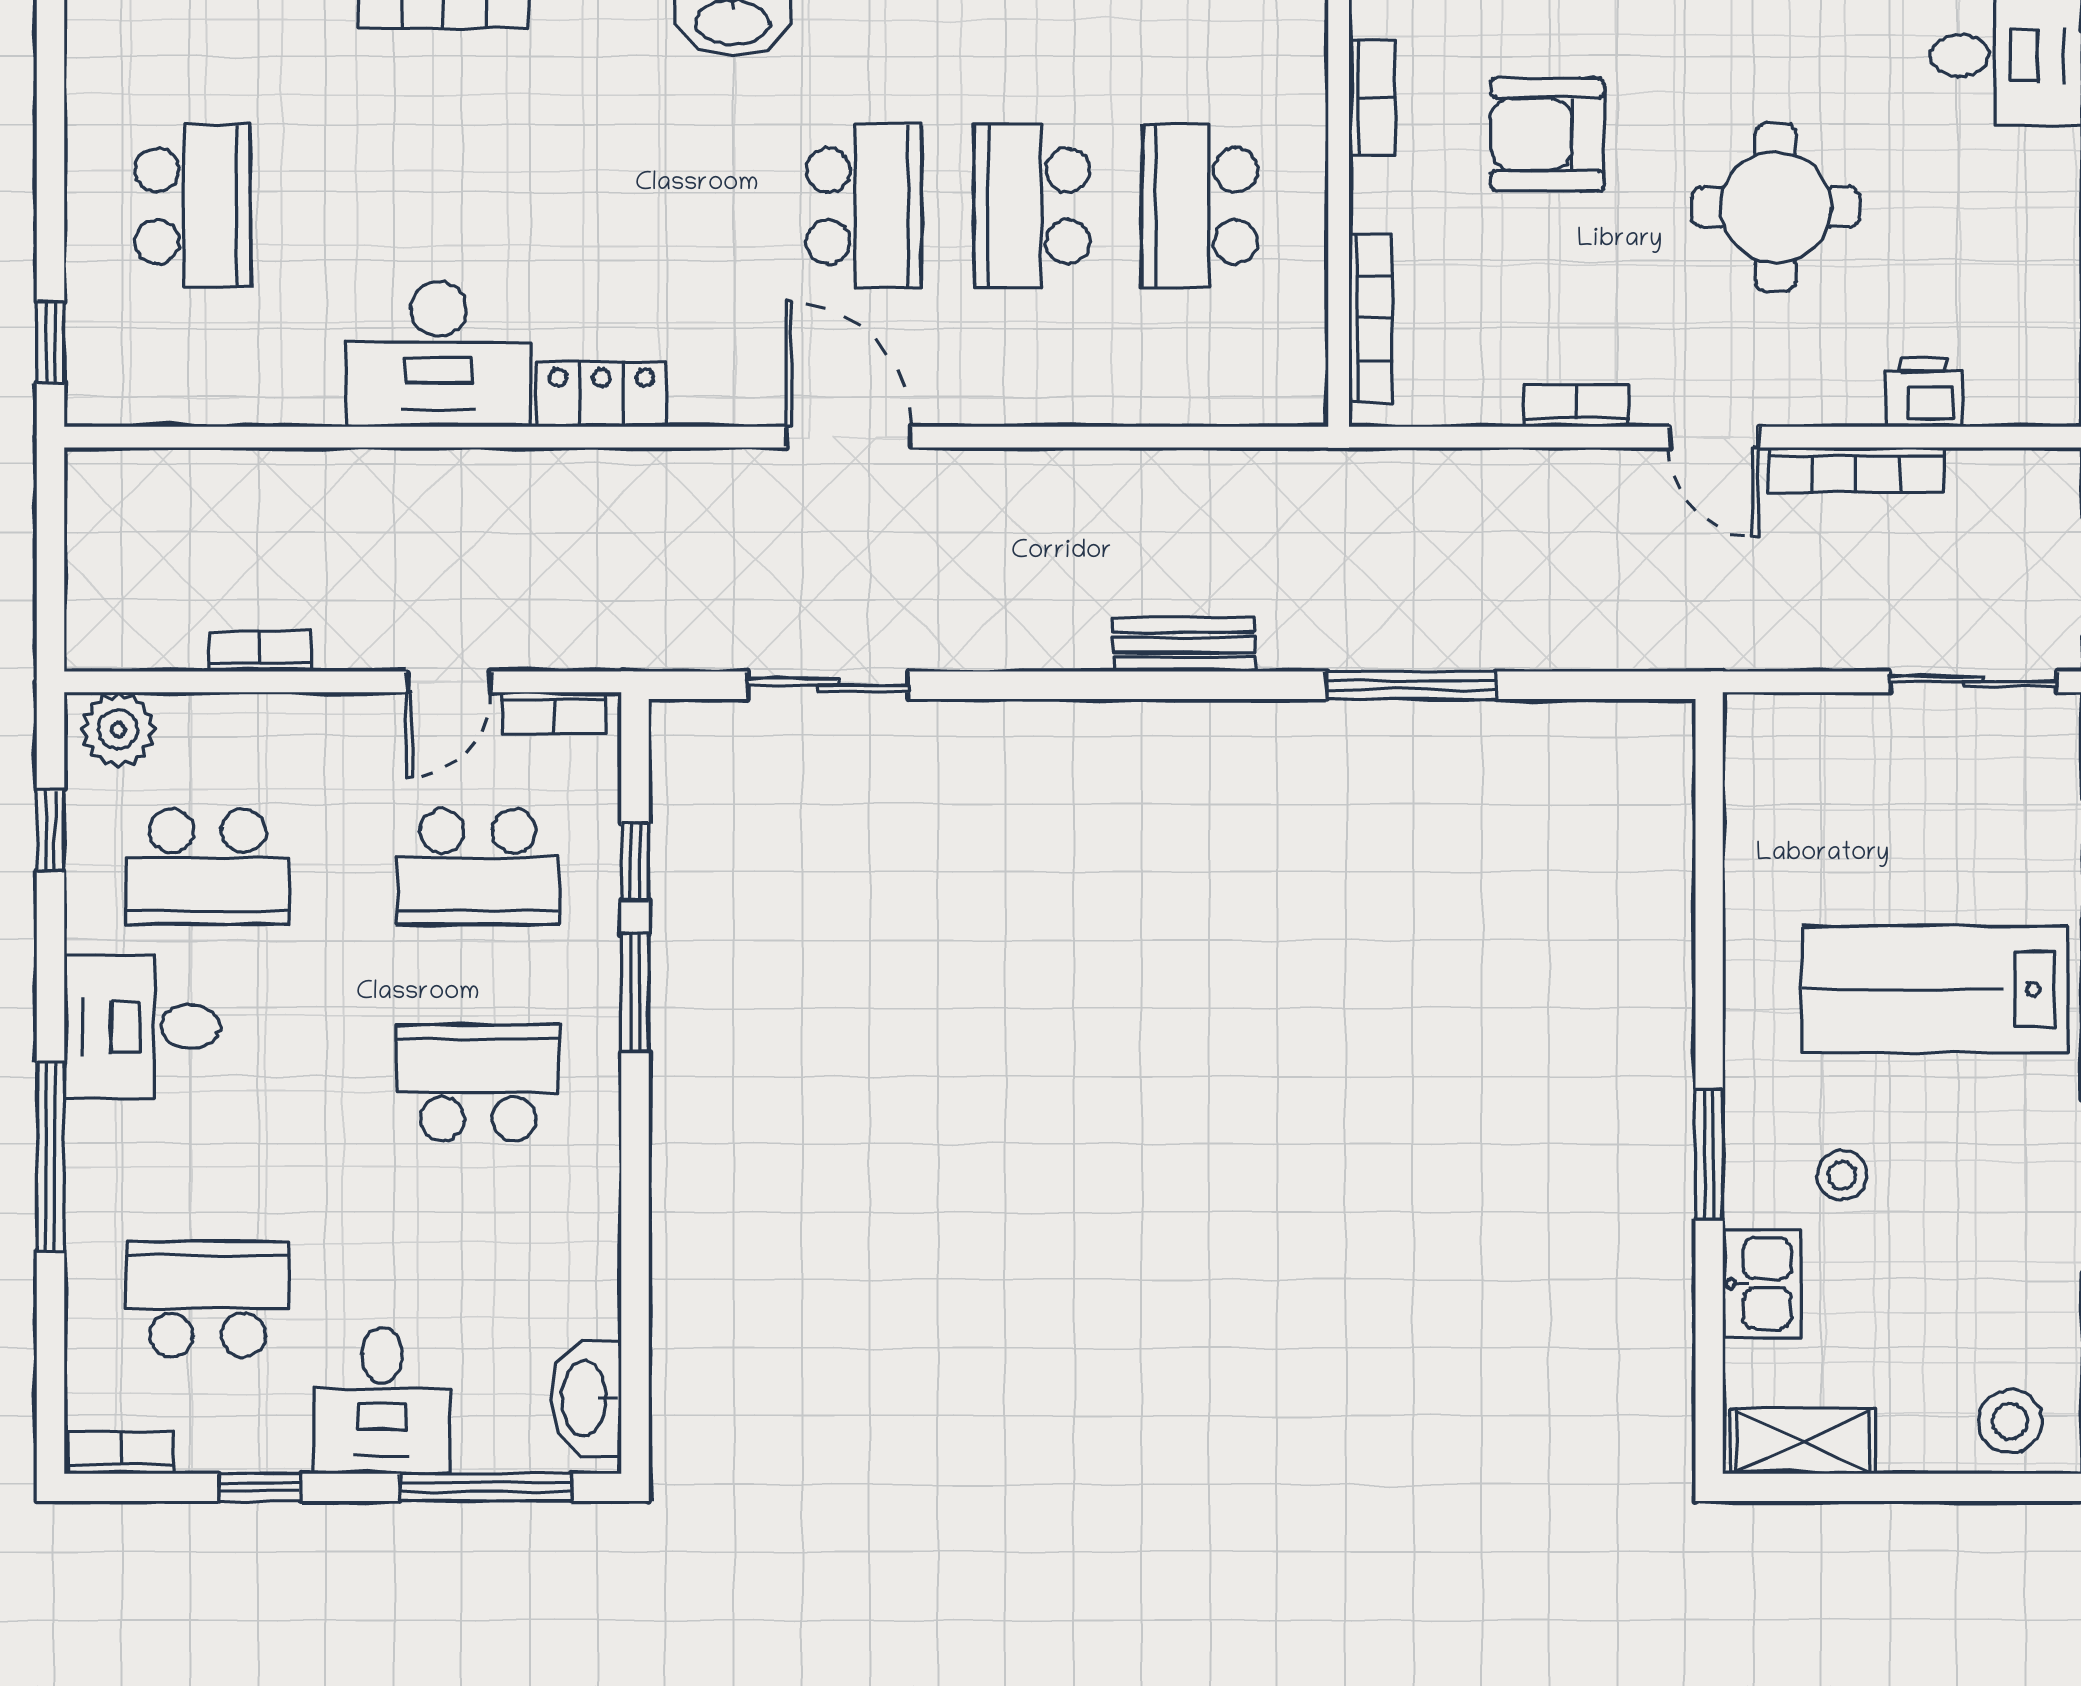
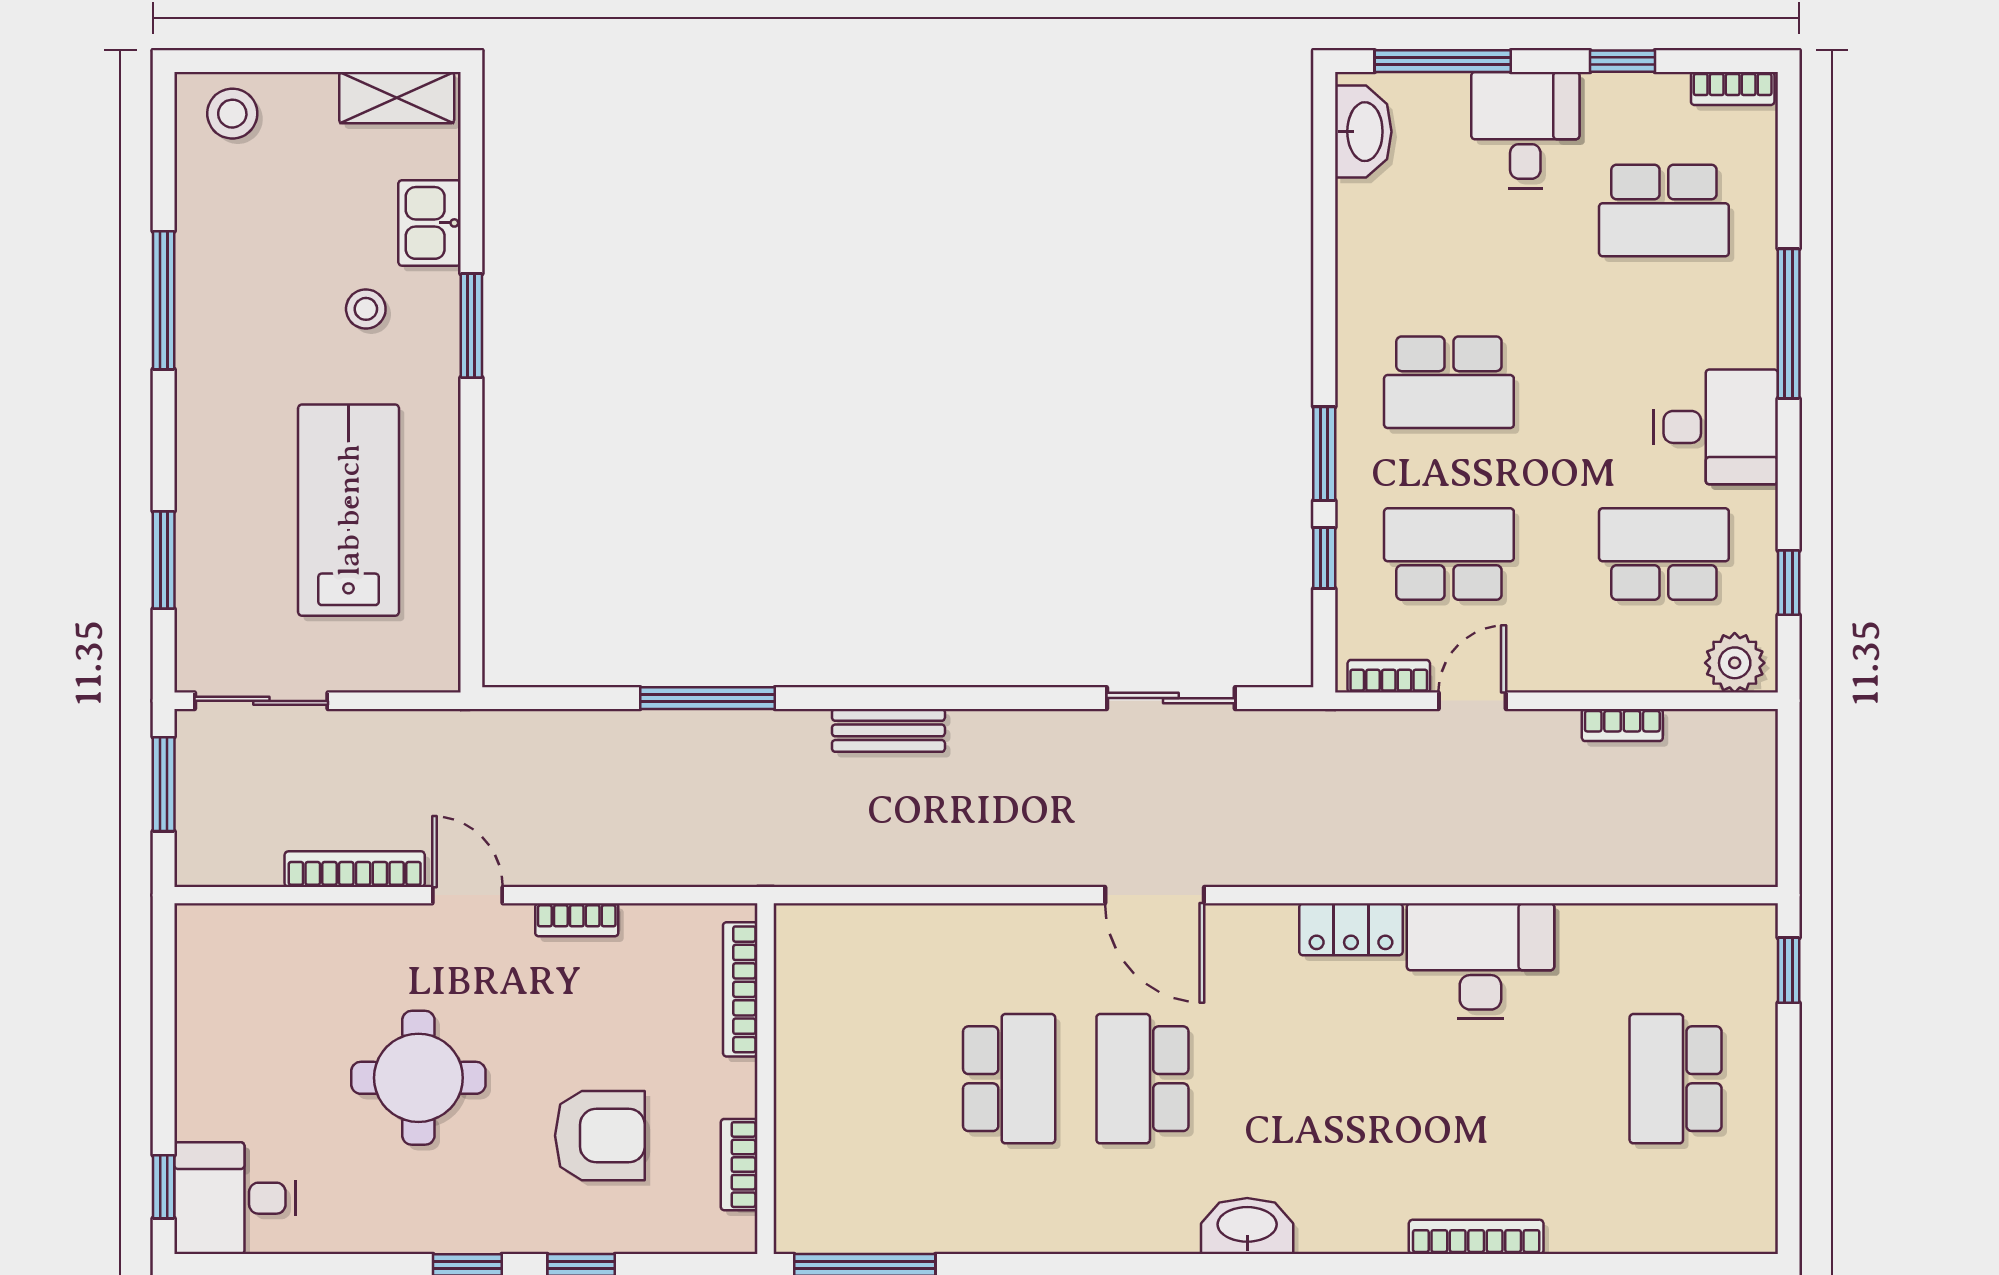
school desk: (1200, 206) -> (876, 1079), removed
printer: (1924, 392) -> (301, 931), removed
lab bench: (1935, 989) -> (349, 510), moved, turned -90

